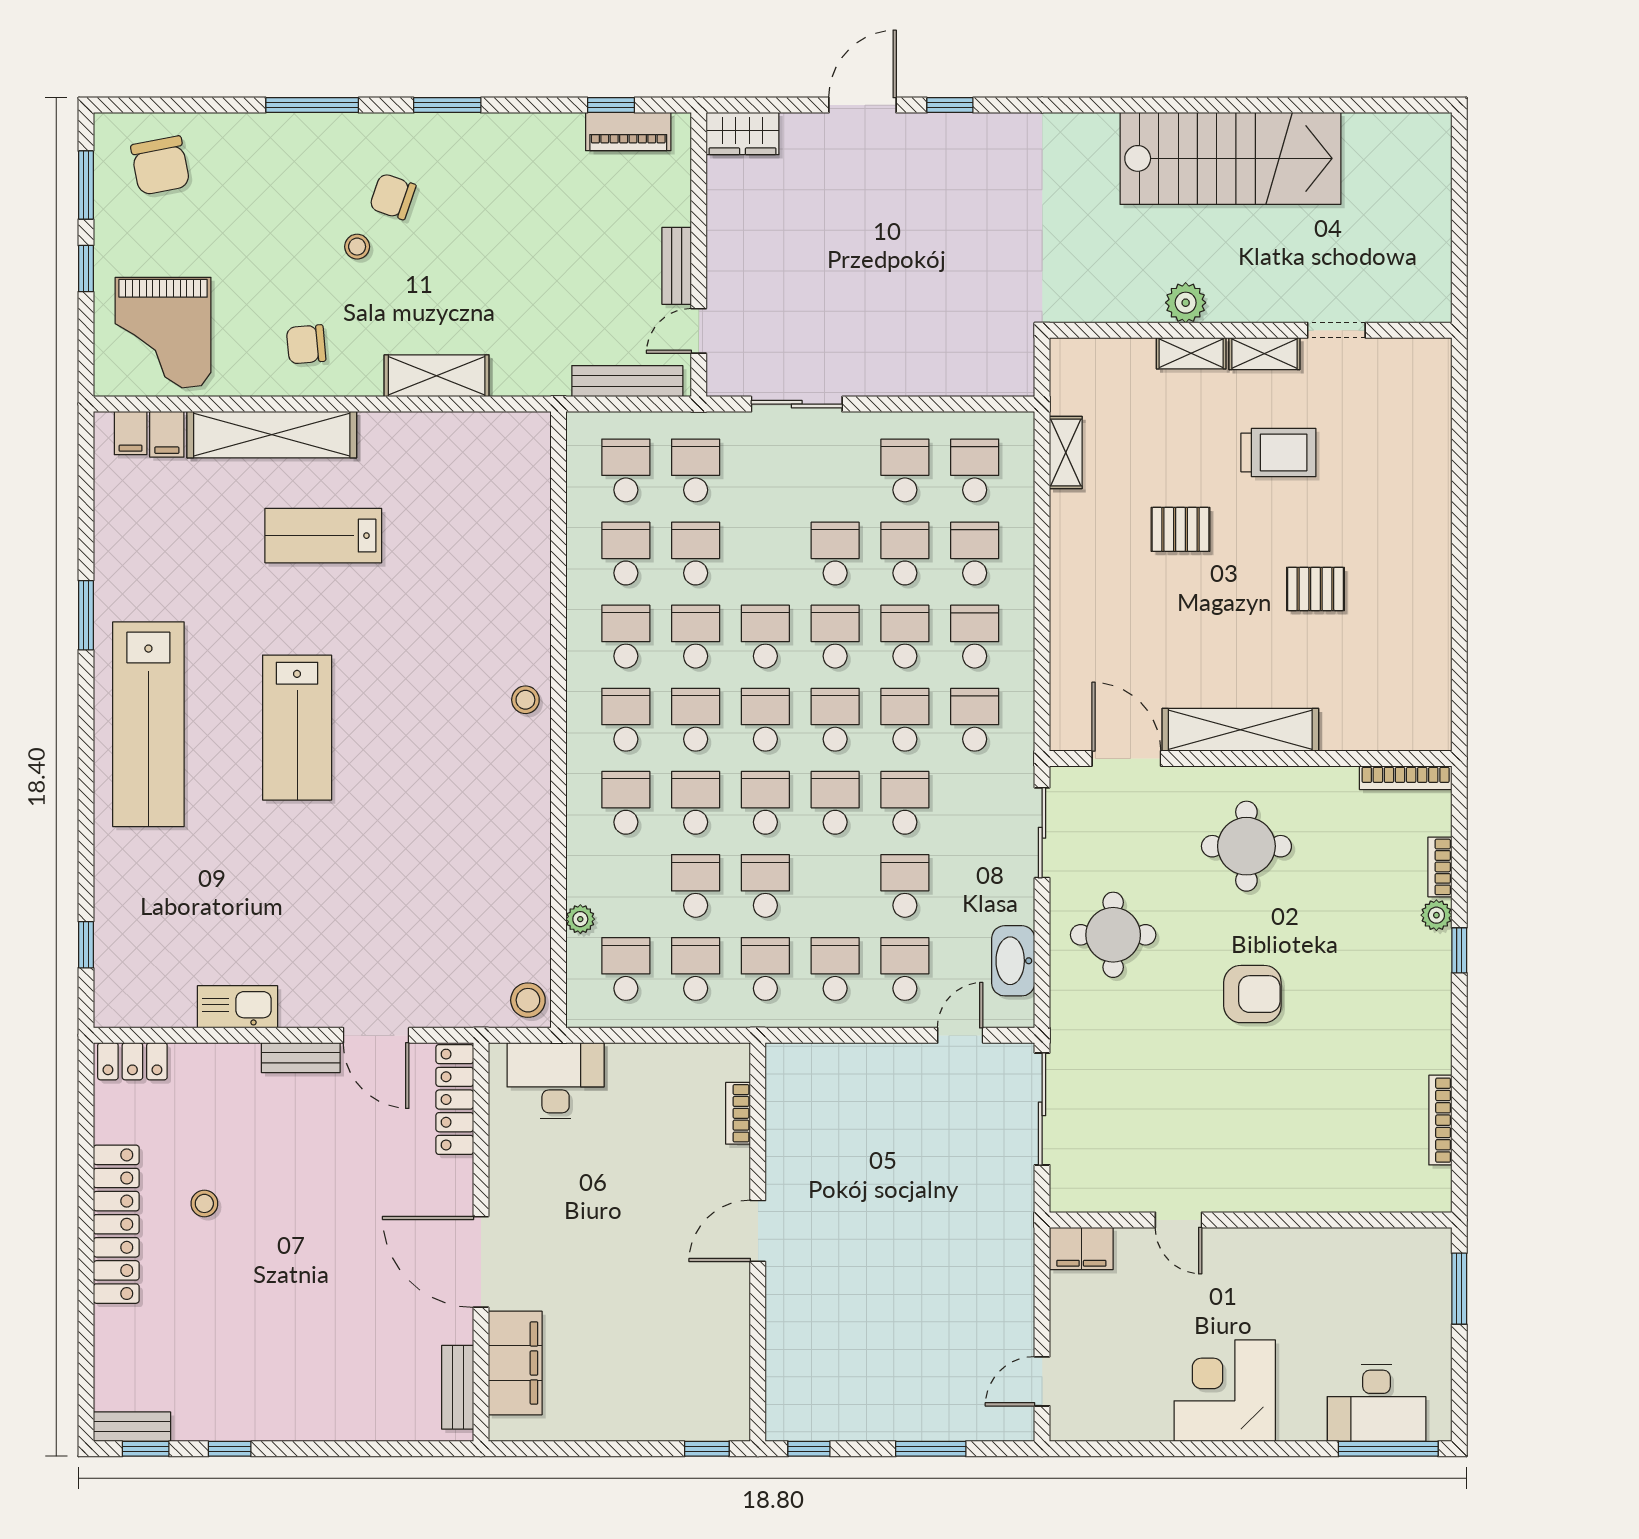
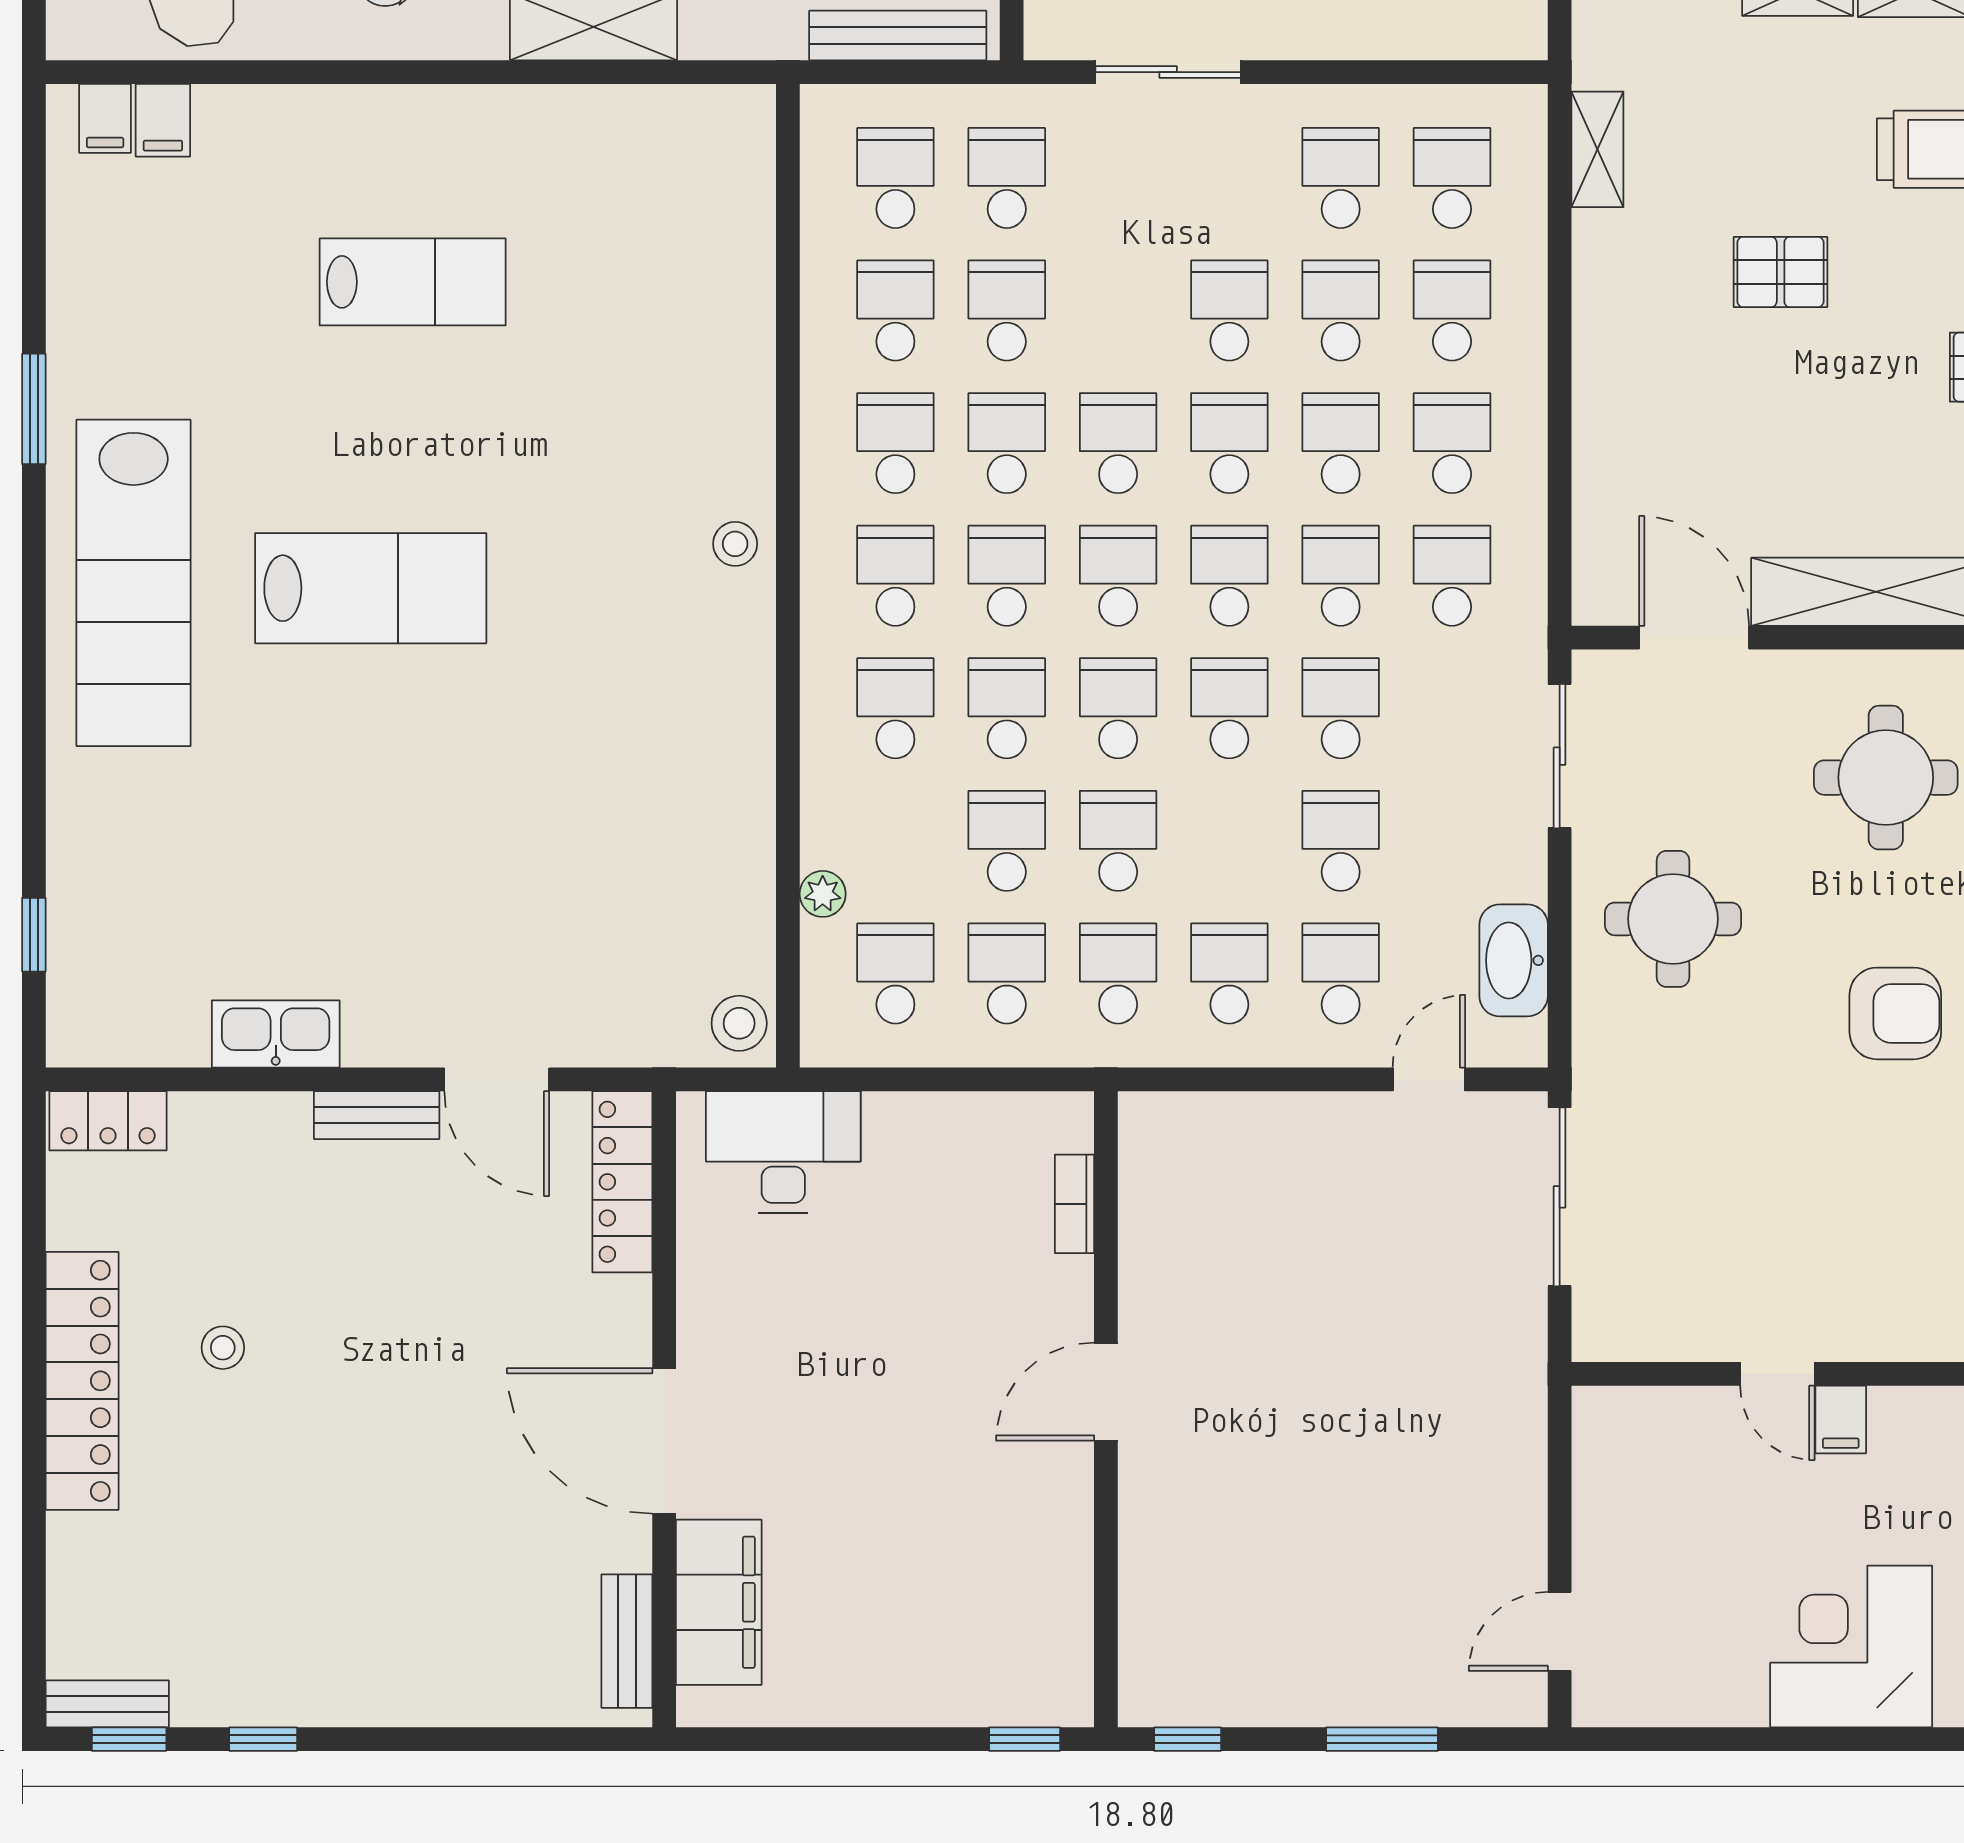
shelving: (272, 435) -> (330, 121), removed
lab bench: (323, 536) -> (413, 282), turned 180
lab bench: (297, 728) -> (371, 588), turned -90
filing cabinet: (1081, 1248) -> (1841, 1420), moved, width x0.50

